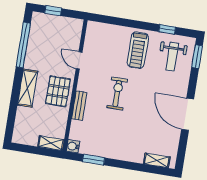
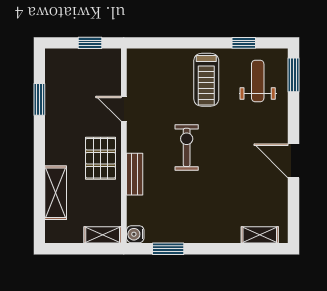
window: (53, 11) -> (90, 43), moved
window: (23, 45) -> (39, 99), width x0.47
weight bench: (172, 57) -> (258, 81), turned 180
shelving: (28, 88) -> (56, 193), moved
door: (188, 114) -> (294, 161), width x0.73

